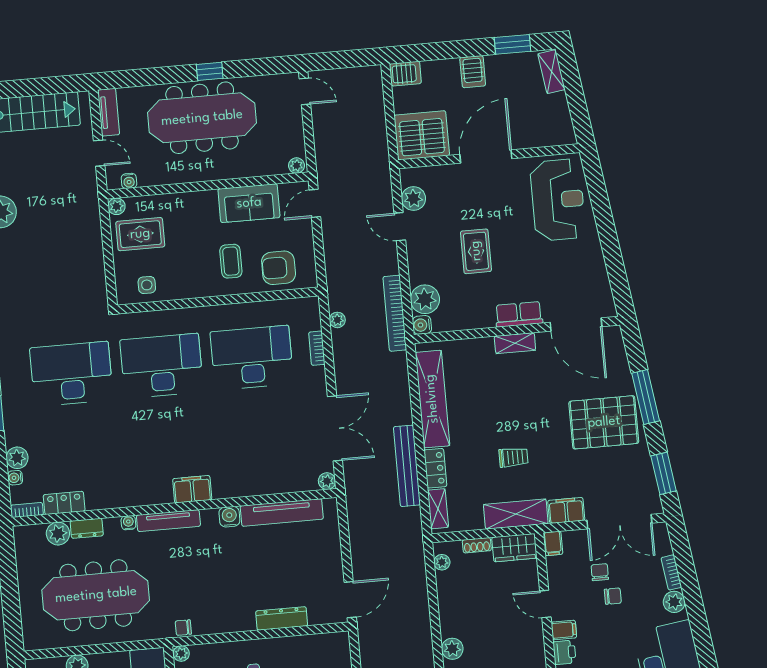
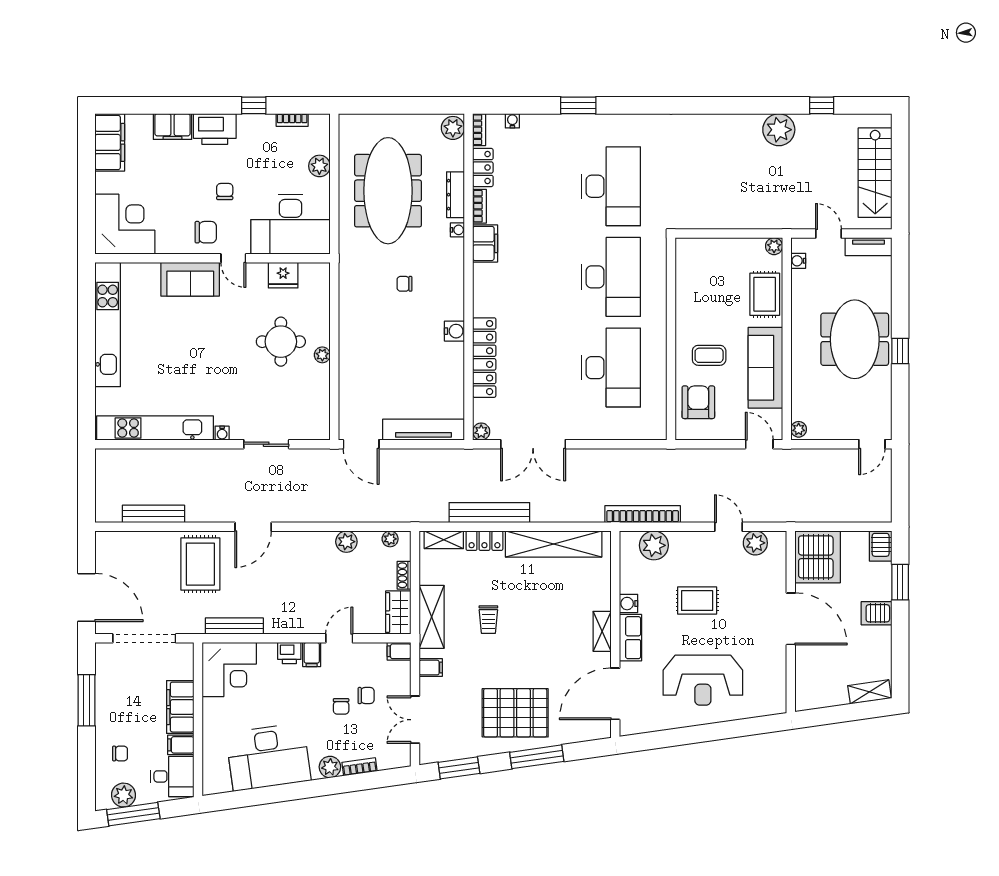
window: (512, 44) -> (900, 582), moved
meeting table: (202, 118) -> (855, 339), width x0.73
door: (99, 153) -> (829, 234), swing flipped
reception desk: (558, 200) -> (703, 680), moved
sofa: (249, 203) -> (765, 368), width x1.36
door: (400, 227) -> (728, 527), hinge flipped
rug: (140, 234) -> (765, 294), moved
side table: (147, 285) -> (693, 269), removed
plant: (337, 320) -> (641, 456), removed
water cooler: (422, 325) -> (629, 604), moved, turned -90
bookcase: (317, 348) -> (479, 206), moved, turned 90
pallet: (604, 422) -> (515, 713), turned 90
plant: (17, 458) -> (532, 125), removed
locker: (253, 485) -> (484, 358), added
filing cabinet: (192, 489) -> (485, 243), moved
filing cabinet: (566, 510) -> (431, 668), width x0.50
tv unit: (282, 512) -> (424, 430), moved, turned 90
tv unit: (168, 521) -> (456, 270), removed
double door: (619, 522) -> (415, 720), width x0.73
dresser: (87, 528) -> (456, 195), width x1.44
plant: (58, 534) -> (453, 128), moved
dresser: (282, 618) -> (348, 374), removed
chair: (183, 628) -> (404, 284), moved, turned -90
plant: (452, 649) -> (346, 542), moved
plant: (181, 654) -> (322, 355), moved

